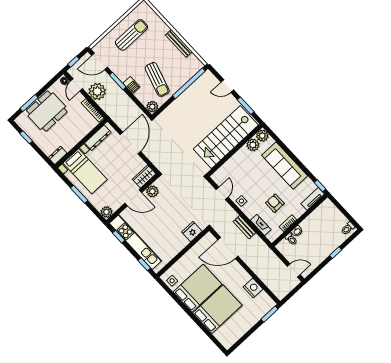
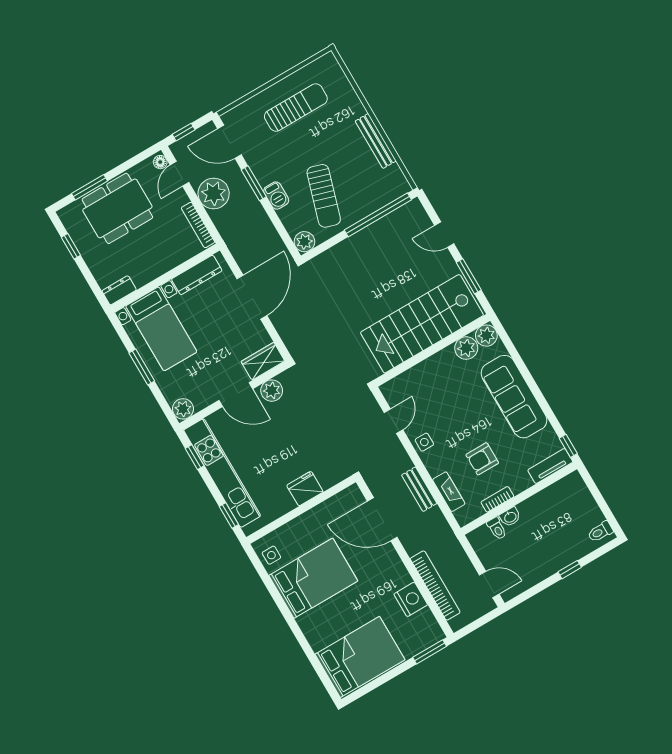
armchair: (275, 203) -> (482, 459), turned -90
fridge: (192, 232) -> (305, 489), moved
bookcase: (265, 277) -> (435, 585), added
bed: (217, 309) -> (360, 657), moved

